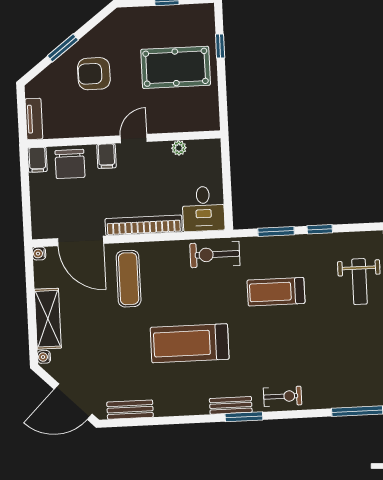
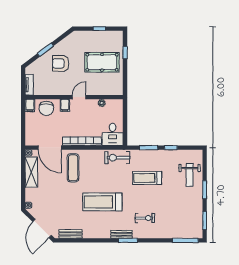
shelving: (48, 319) -> (31, 172), moved
exercise bike: (283, 396) -> (145, 218), moved
door: (73, 402) -> (42, 229), hinge flipped

